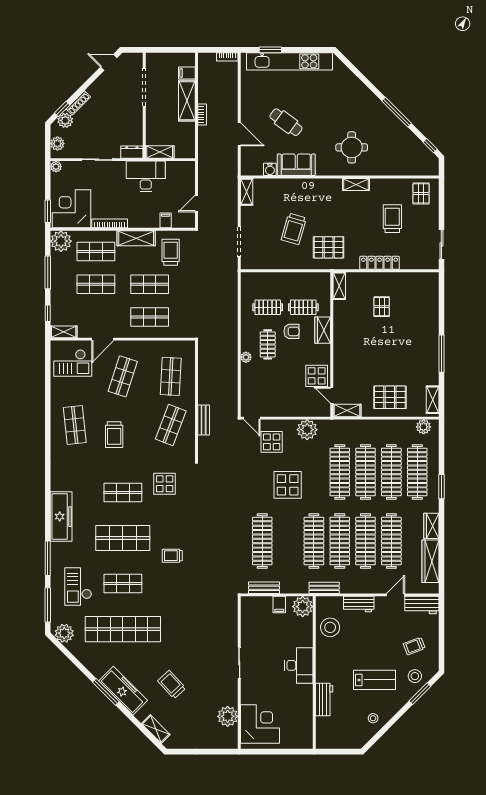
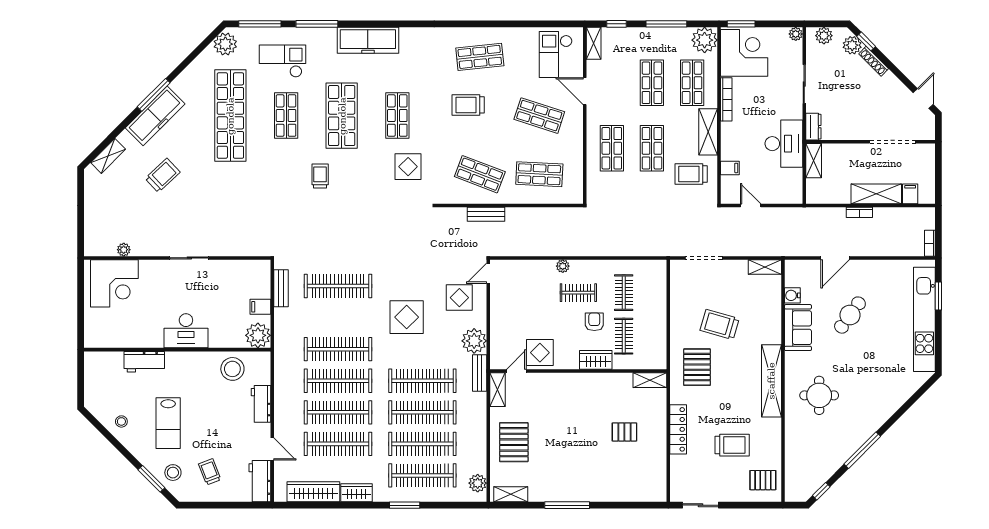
shelving: (356, 184) -> (771, 381), width x2.20, depth x1.33
trolley: (171, 252) -> (691, 174), turned 180
armchair: (291, 331) -> (594, 322), turned 180
bench: (324, 588) -> (480, 373), moved
plant: (228, 716) -> (124, 250), width x0.53, depth x0.53

